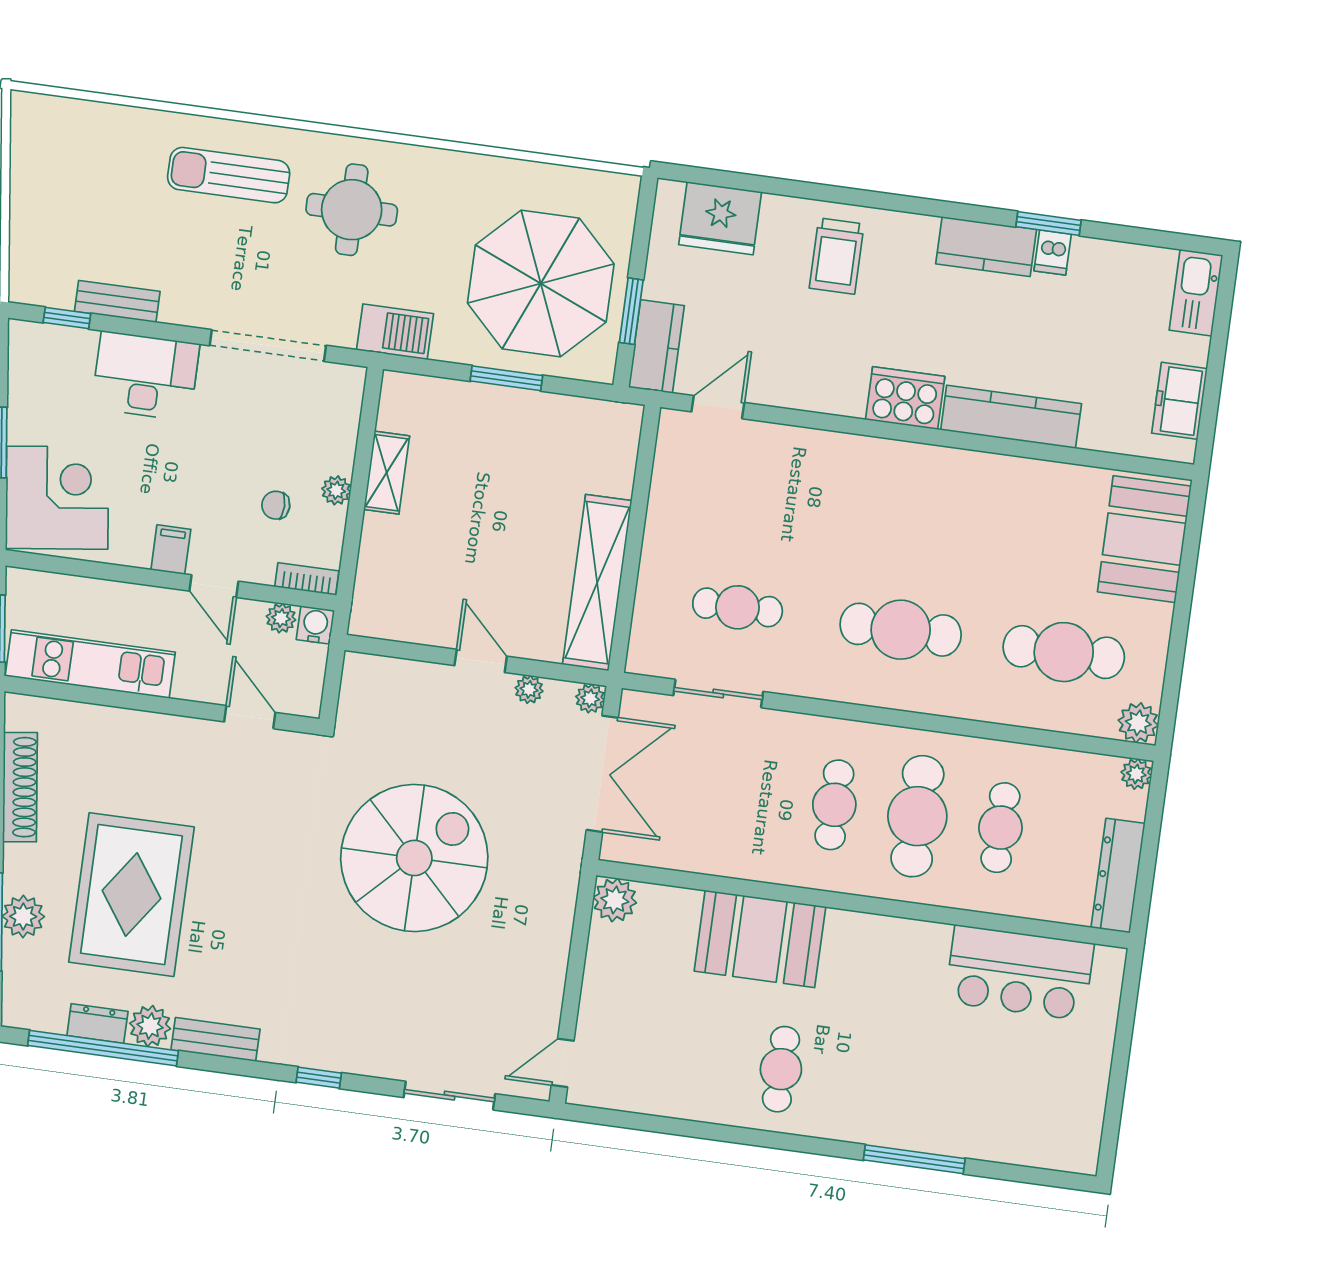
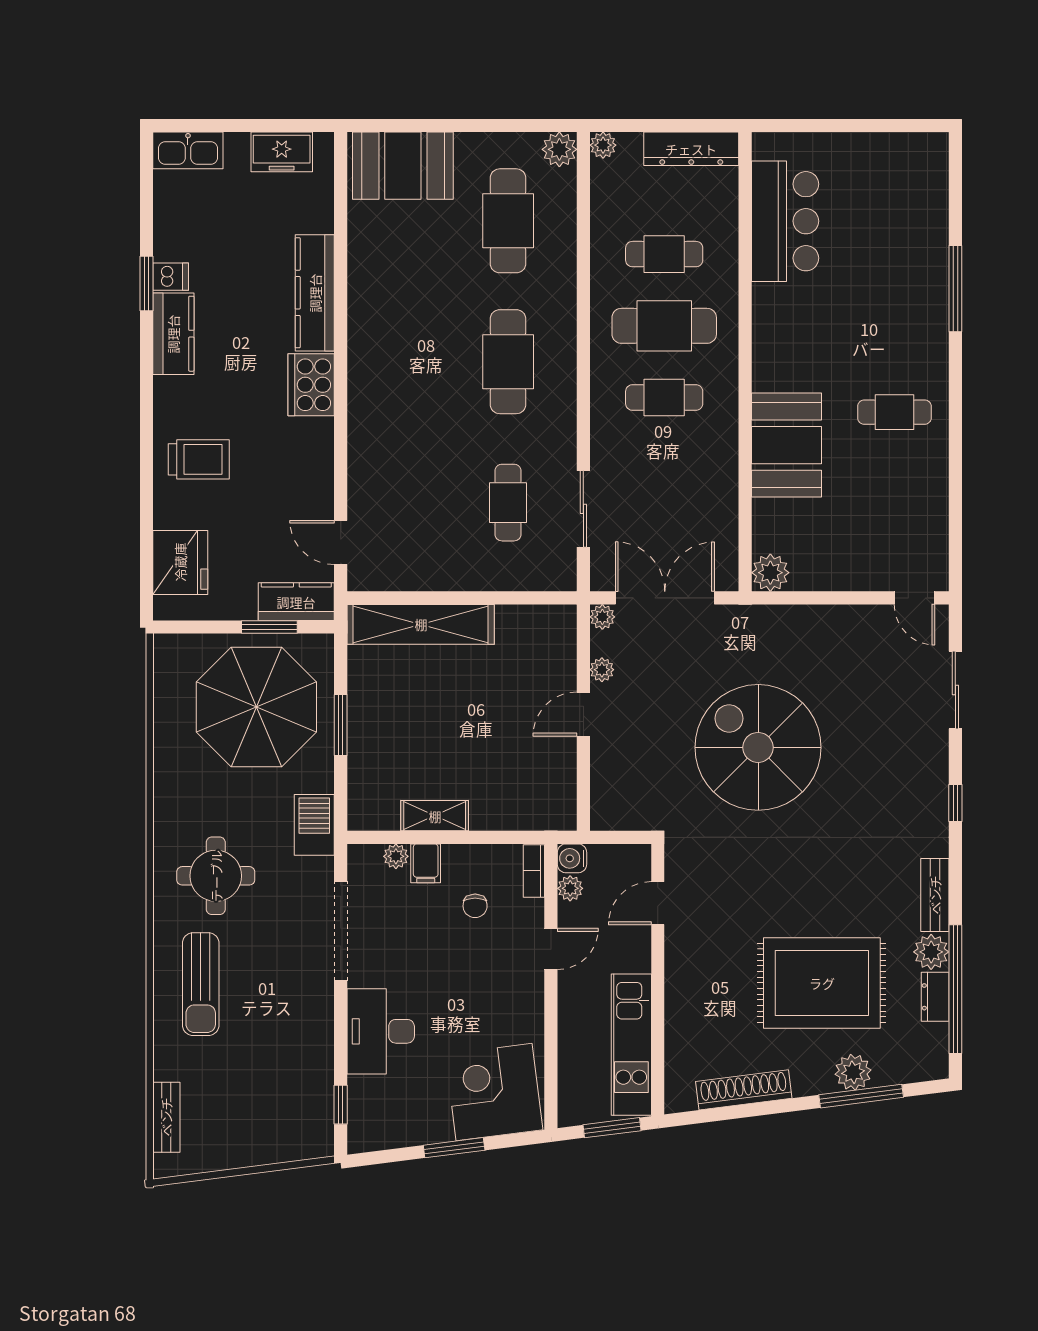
bench: (117, 301) -> (166, 1117), moved
plant: (336, 490) -> (396, 856), moved
filing cabinet: (171, 550) -> (426, 863), moved, turned -90
shelving: (597, 583) -> (421, 624), moved

